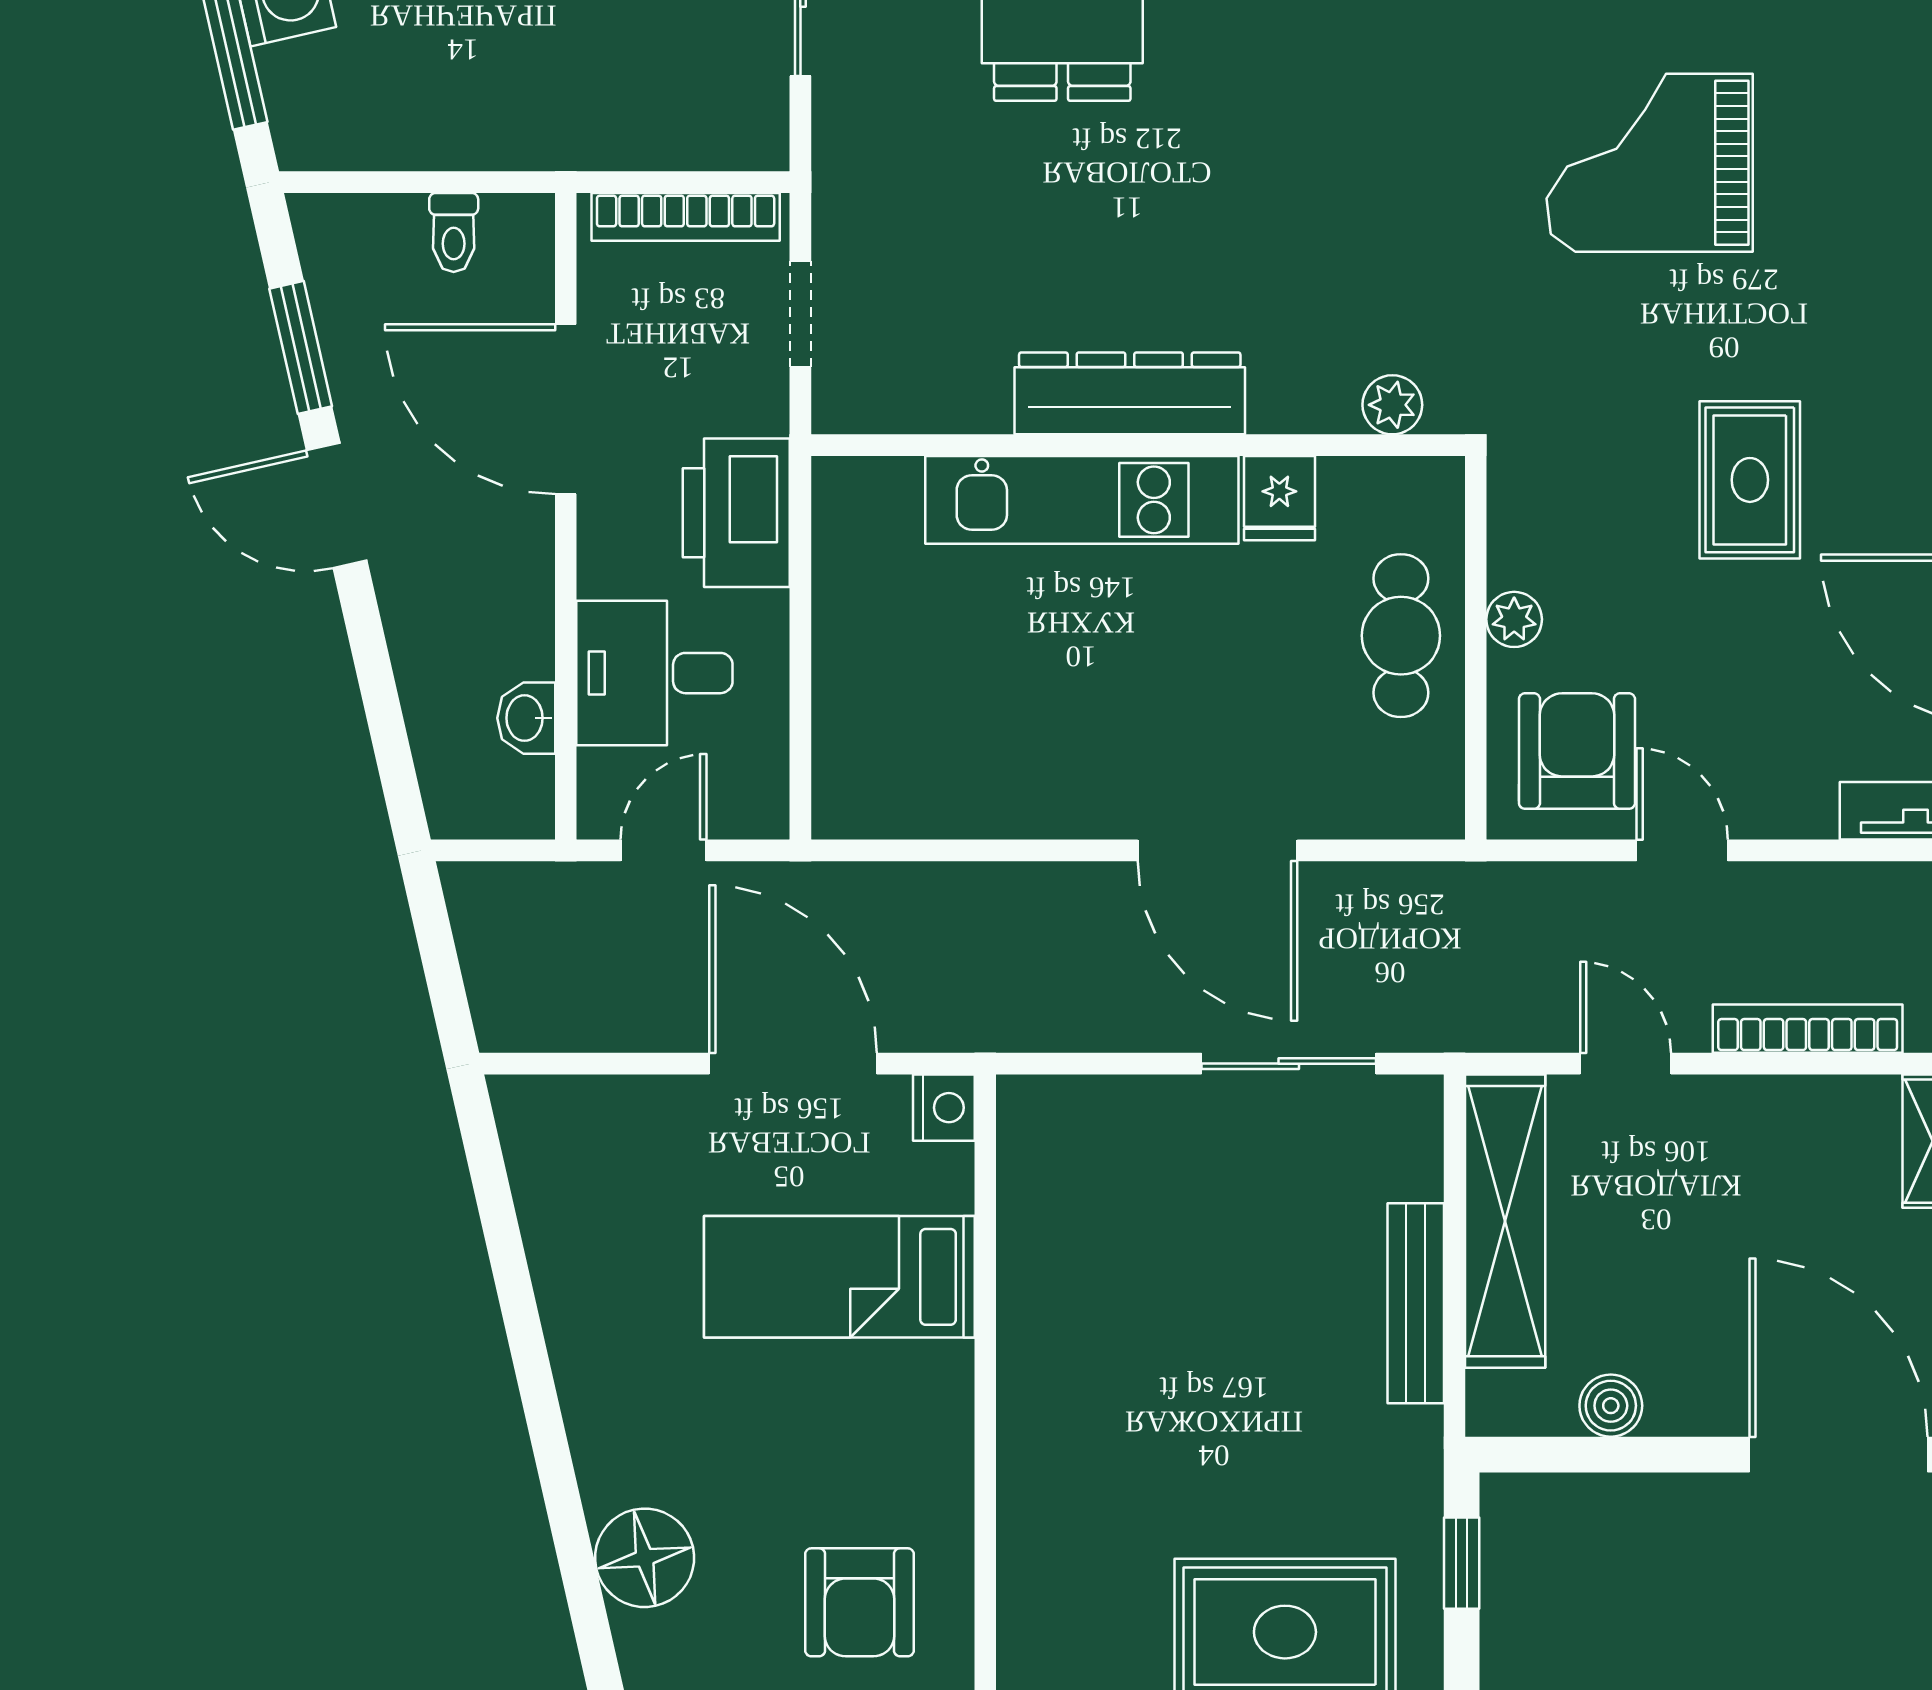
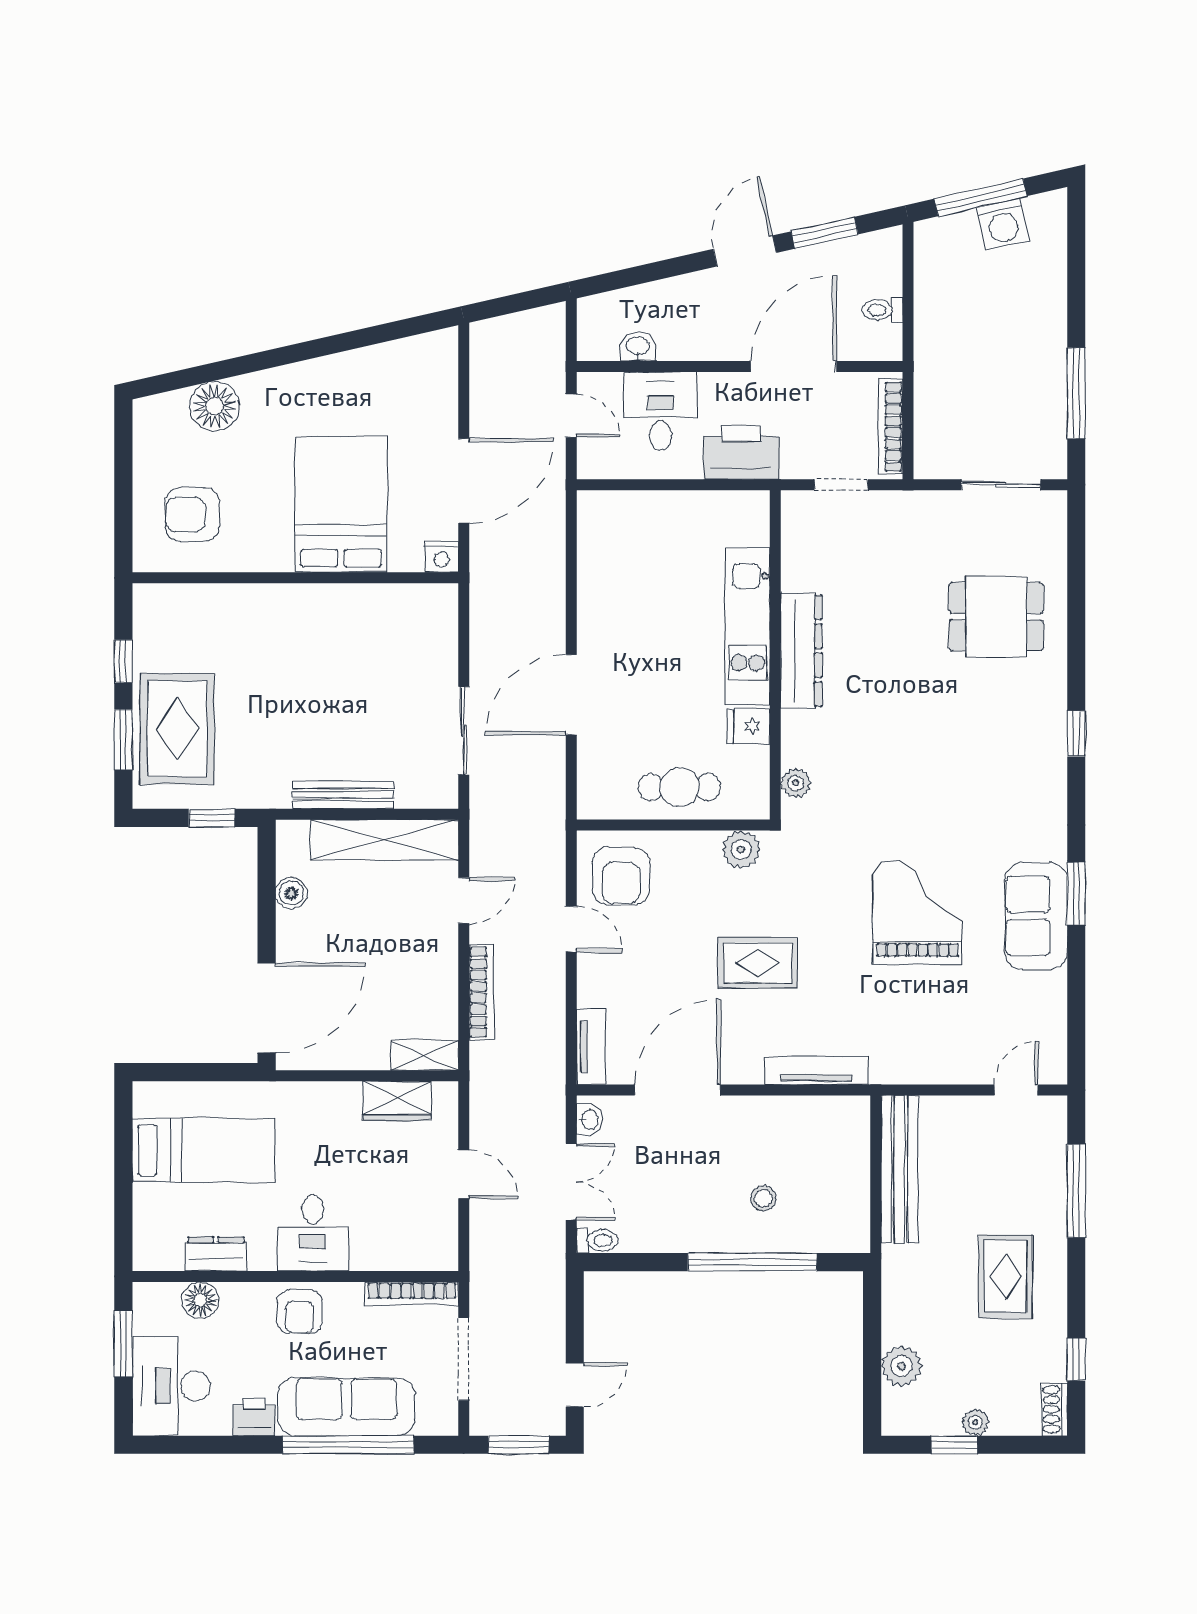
plant: (1514, 619) -> (741, 850), moved, width x1.38, depth x1.38
armchair: (1577, 751) -> (621, 876), turned 90
door: (1682, 850) -> (571, 929), hinge flipped
bed: (839, 1277) -> (341, 504), width x1.50

